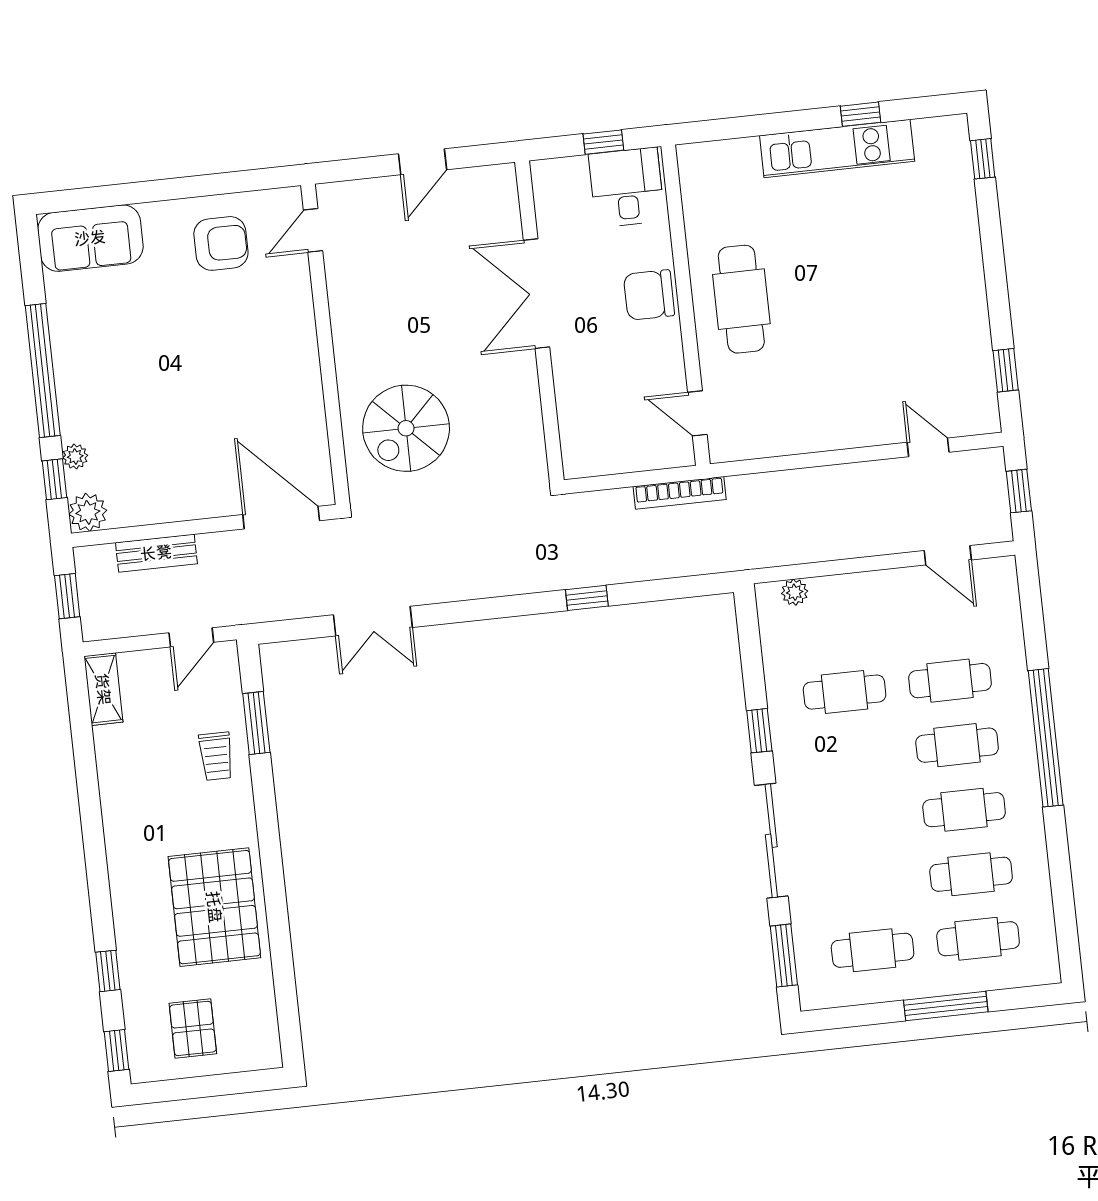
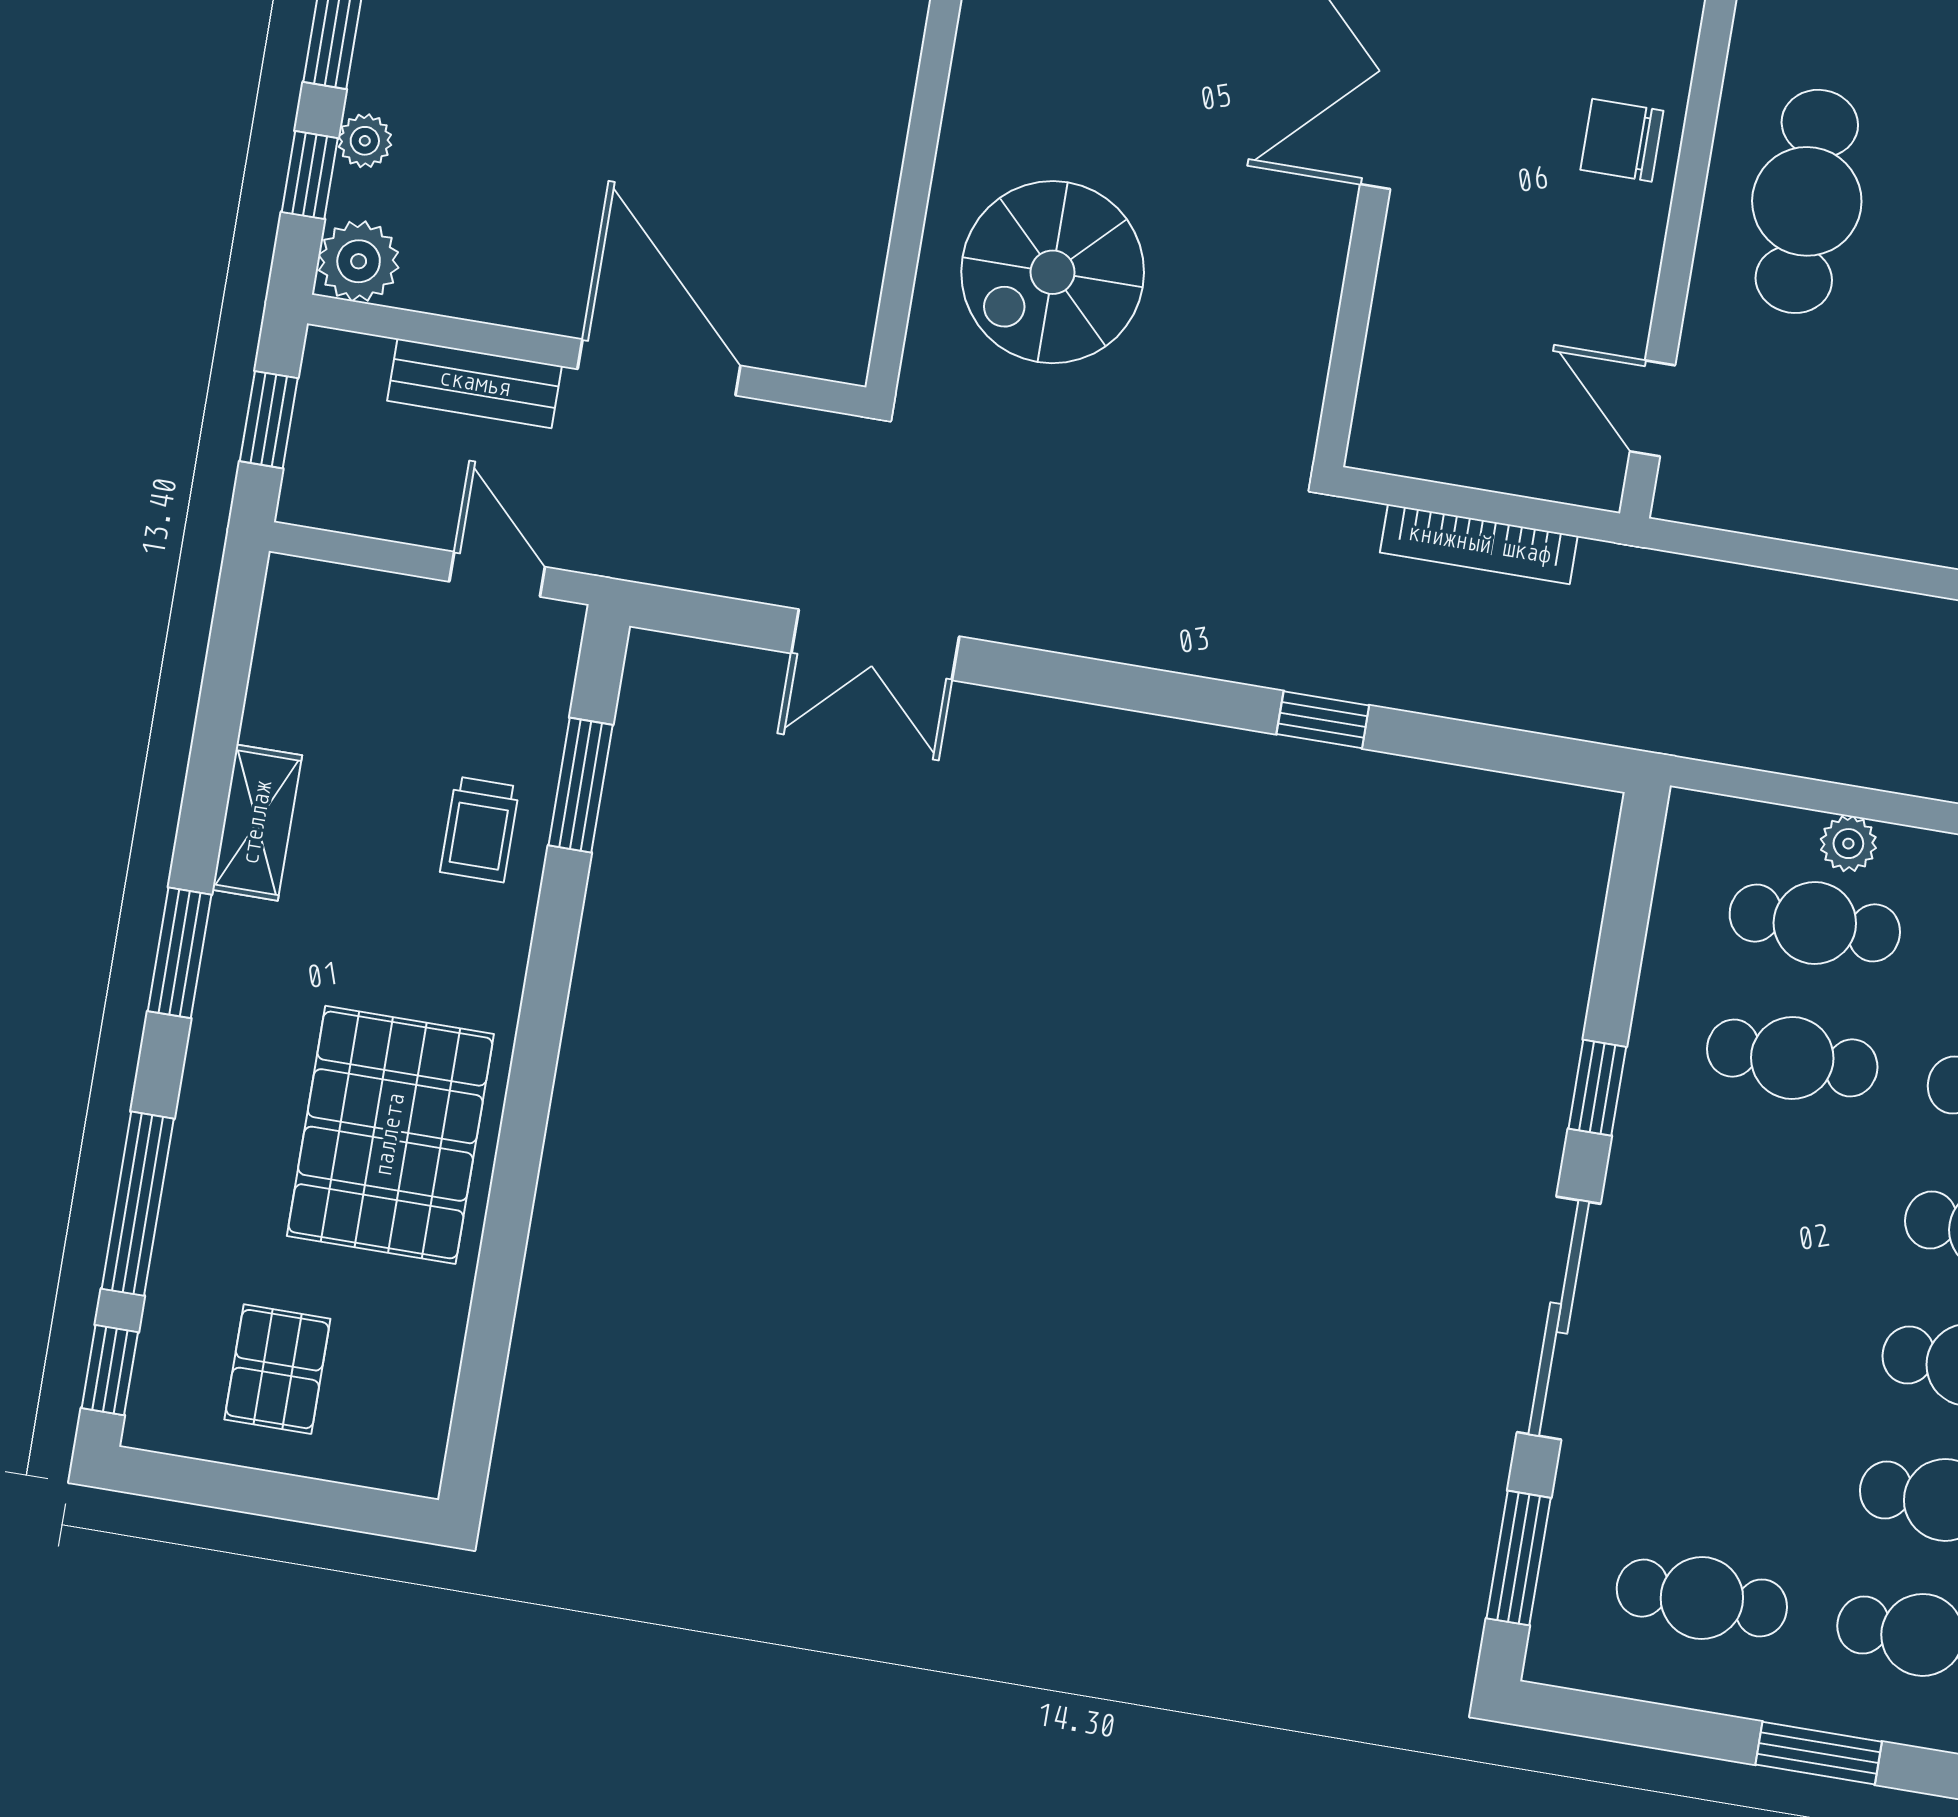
chair: (649, 295) -> (1622, 140), width x0.73, depth x0.73
bookcase: (680, 493) -> (1479, 544), moved
door: (281, 518) -> (659, 367), moved
plant: (795, 592) -> (1848, 844), moved
cafe table: (838, 628) -> (1815, 923), added
door: (191, 637) -> (497, 574), swing flipped
shelving: (103, 689) -> (257, 823), moved
window: (95, 851) -> (180, 953), added
window: (108, 971) -> (138, 1204), width x2.17
window: (946, 1006) -> (1819, 1753), width x0.69

